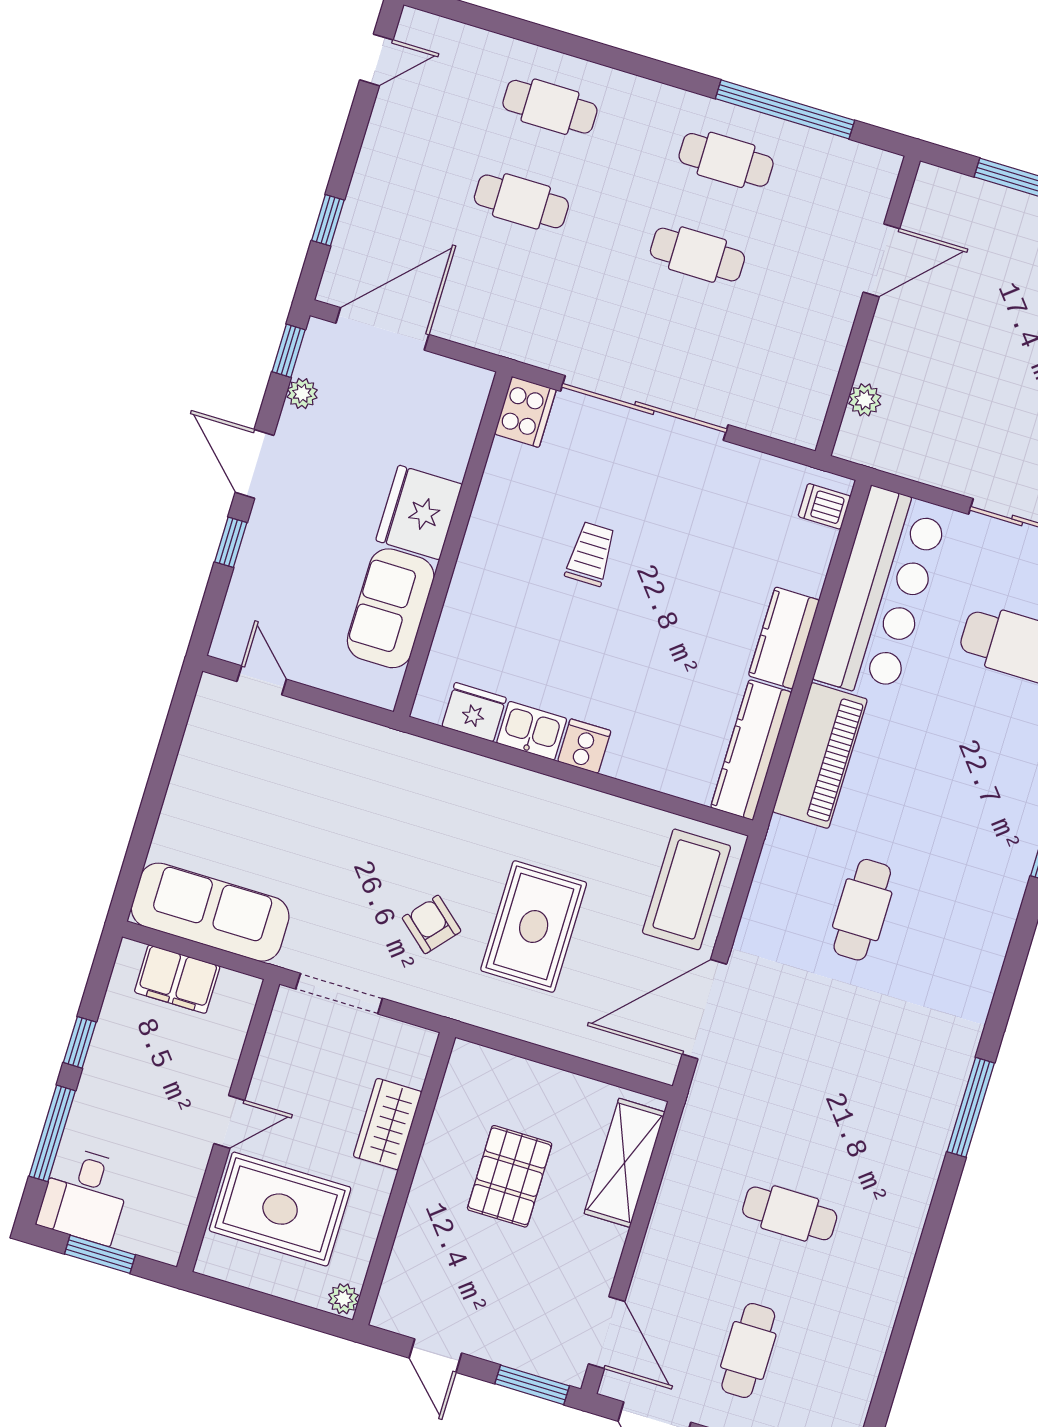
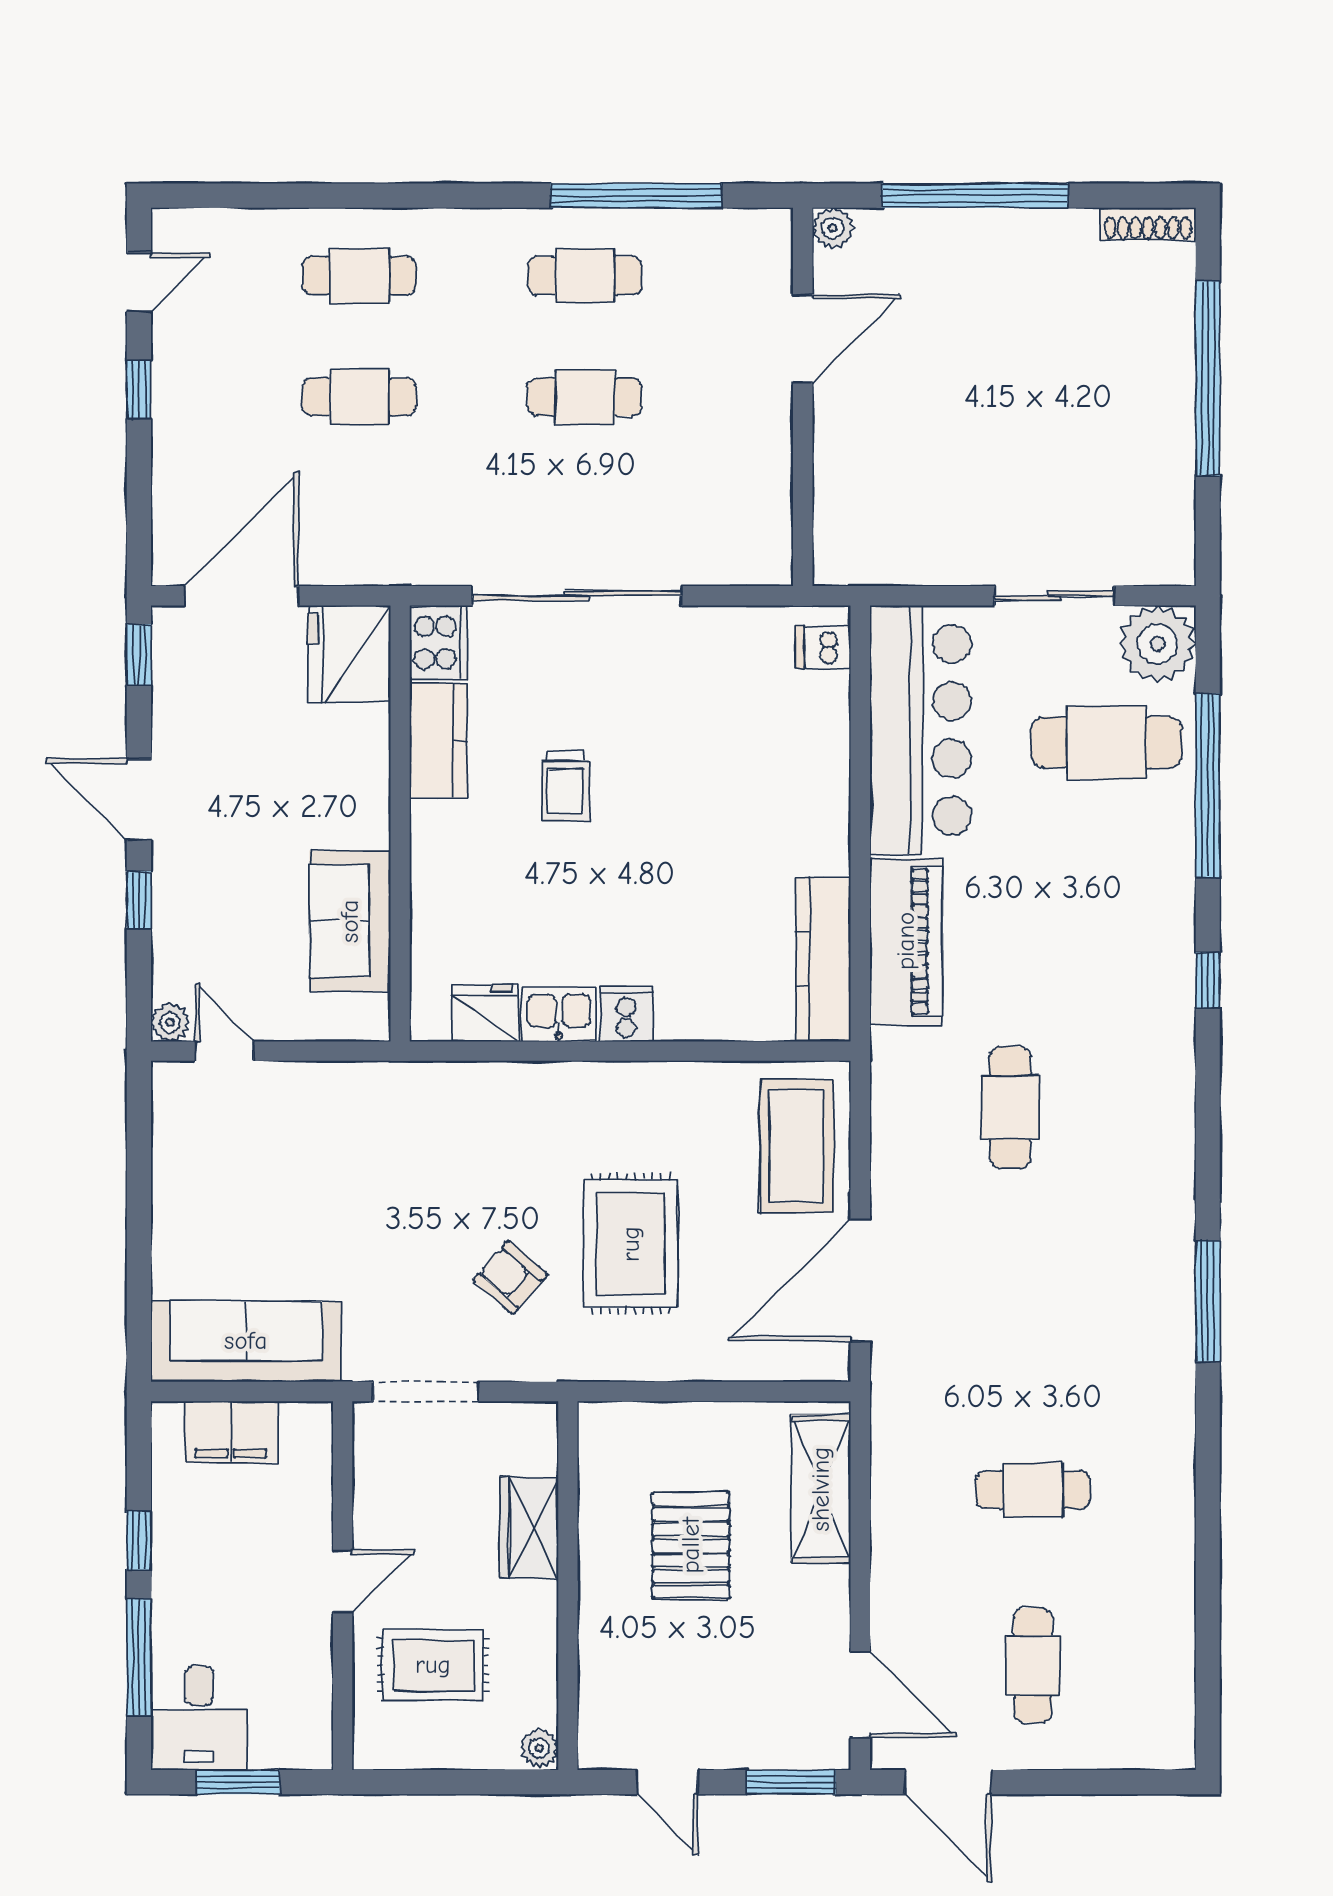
window: (328, 220) -> (139, 390), moved
plant: (302, 393) -> (170, 1022), moved
plant: (865, 400) -> (833, 228), moved
fridge: (419, 512) -> (349, 654), moved
trolley: (591, 554) -> (565, 786), turned 180
kitchen counter: (784, 638) -> (438, 741), moved, turned 180
rug: (280, 1209) -> (433, 1665), width x0.73, depth x0.70

